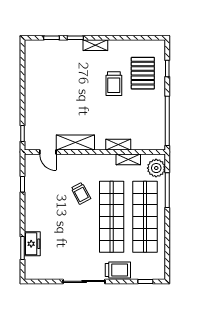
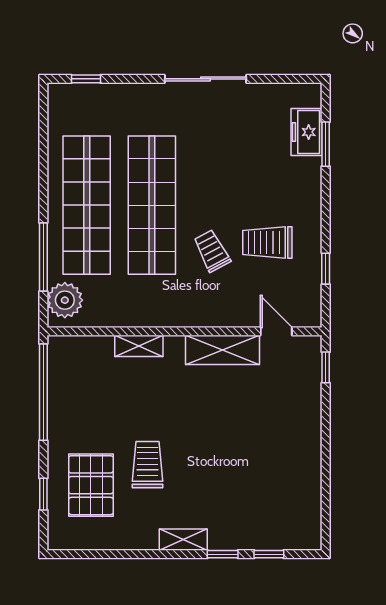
shelving: (128, 159) -> (119, 317), removed
freezer: (32, 244) -> (306, 132), moved
trolley: (118, 270) -> (267, 243), moved

